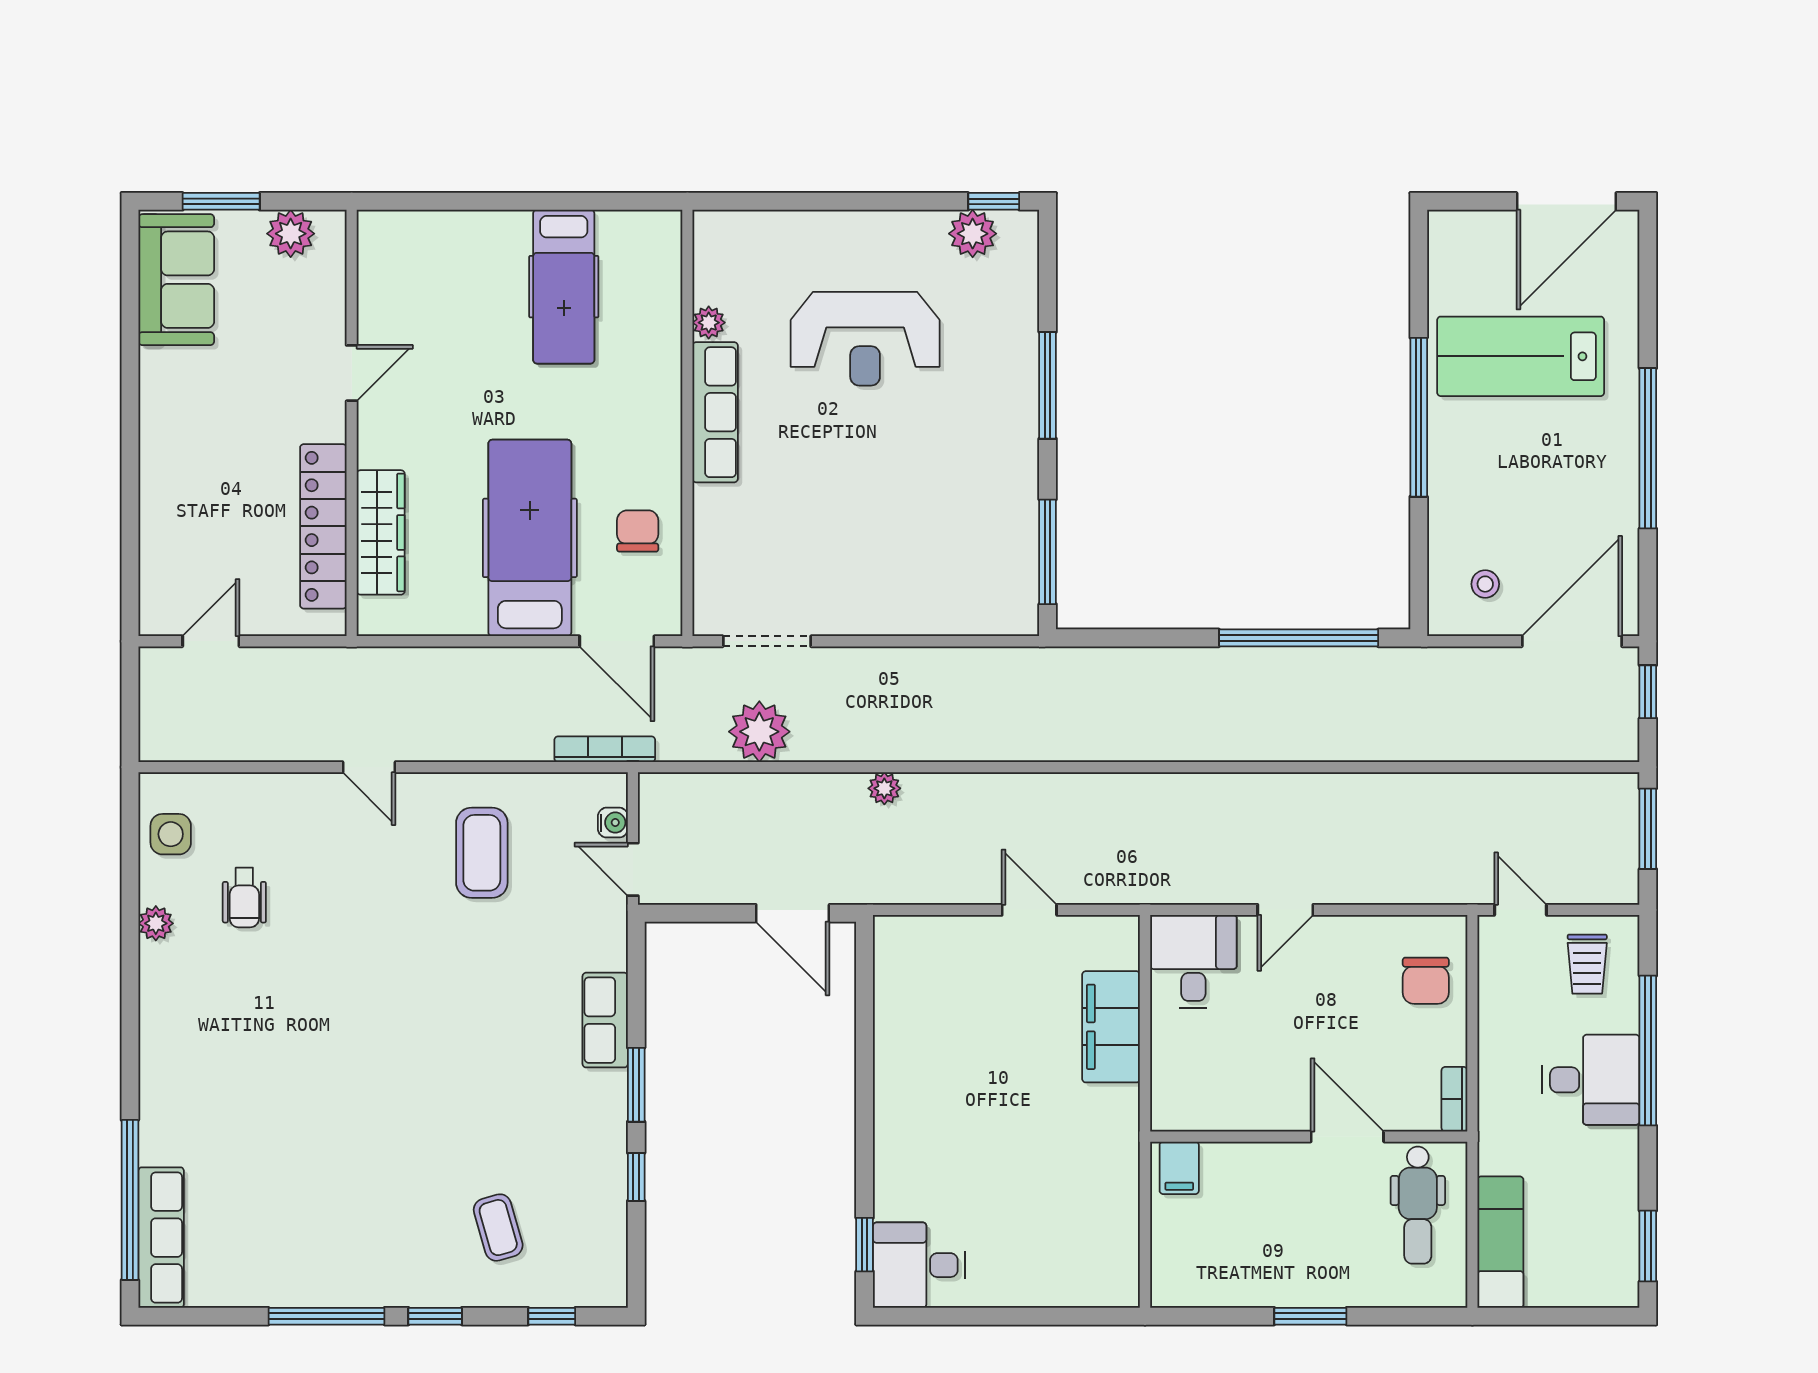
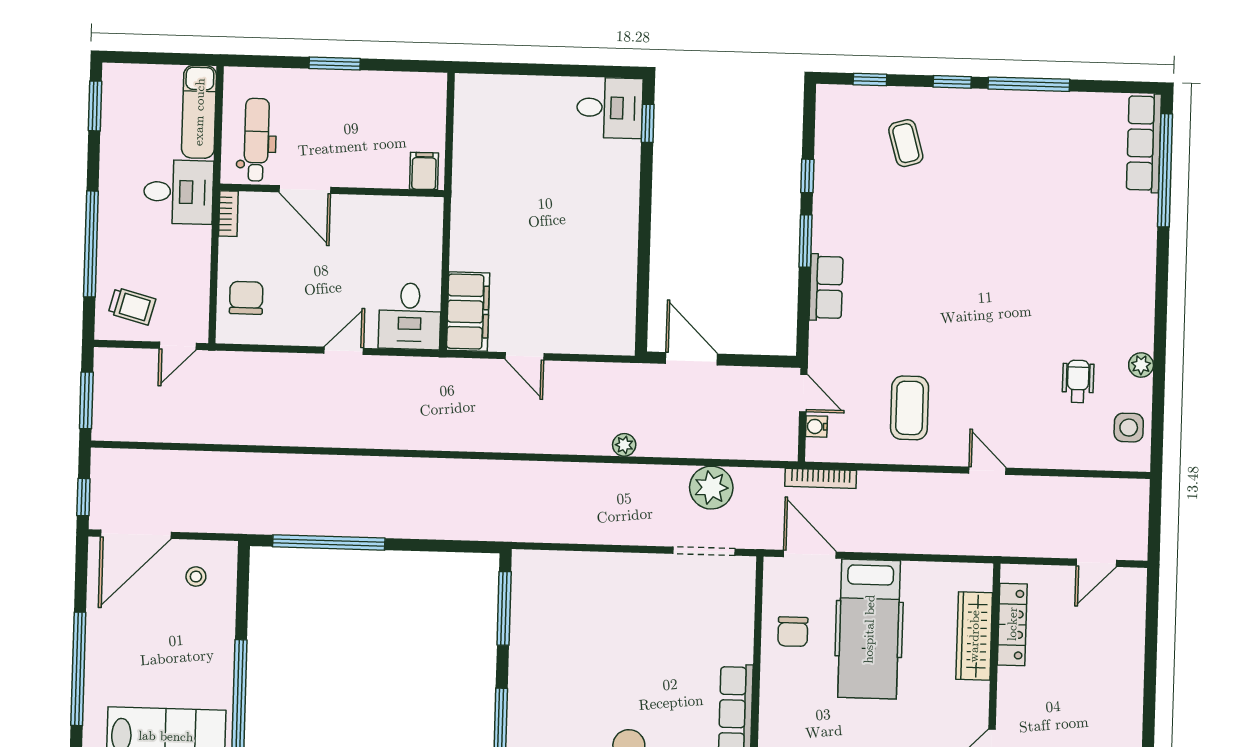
locker: (323, 526) -> (1012, 624), width x0.71, depth x0.83
door: (1521, 910) -> (178, 346), hinge flipped
trolley: (1587, 964) -> (132, 306), turned 105
filing cabinet: (1111, 1027) -> (468, 312), moved
desk: (1591, 1080) -> (178, 192), moved, turned 180

